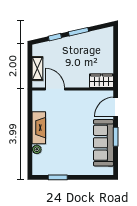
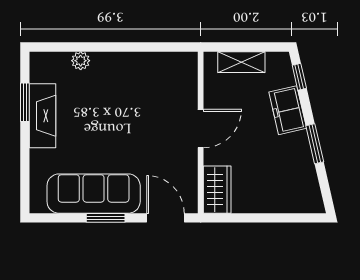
window: (55, 37) -> (299, 77), moved
freezer: (62, 45) -> (288, 110), added
door: (55, 89) -> (201, 129), moved
fireplace: (39, 128) -> (43, 116), moved, turned -90

